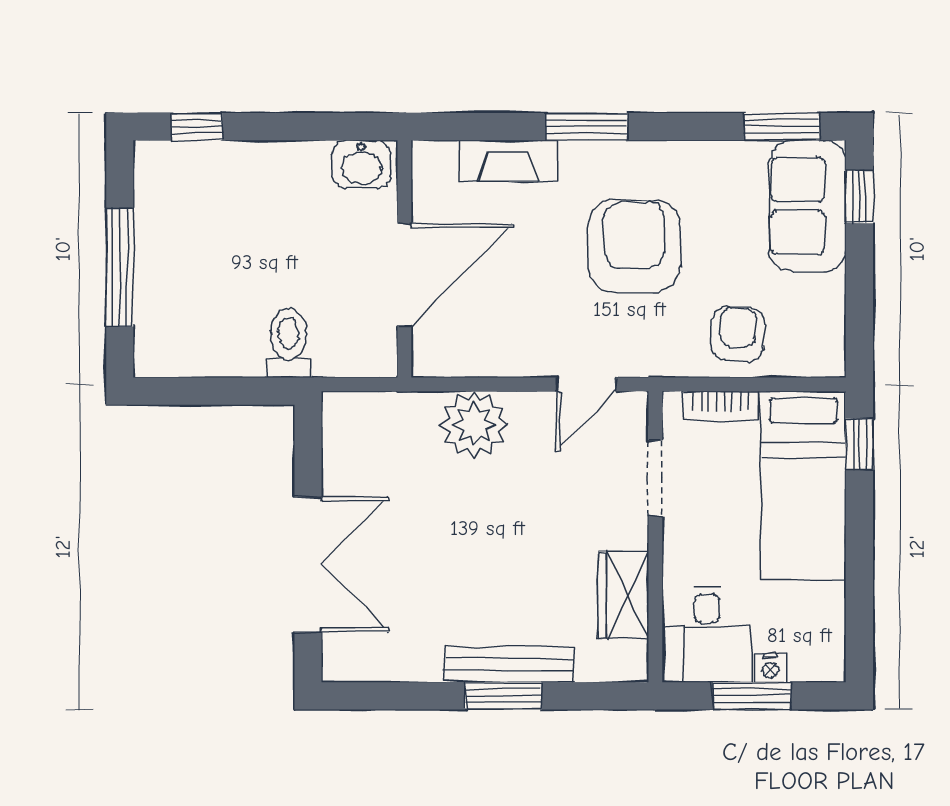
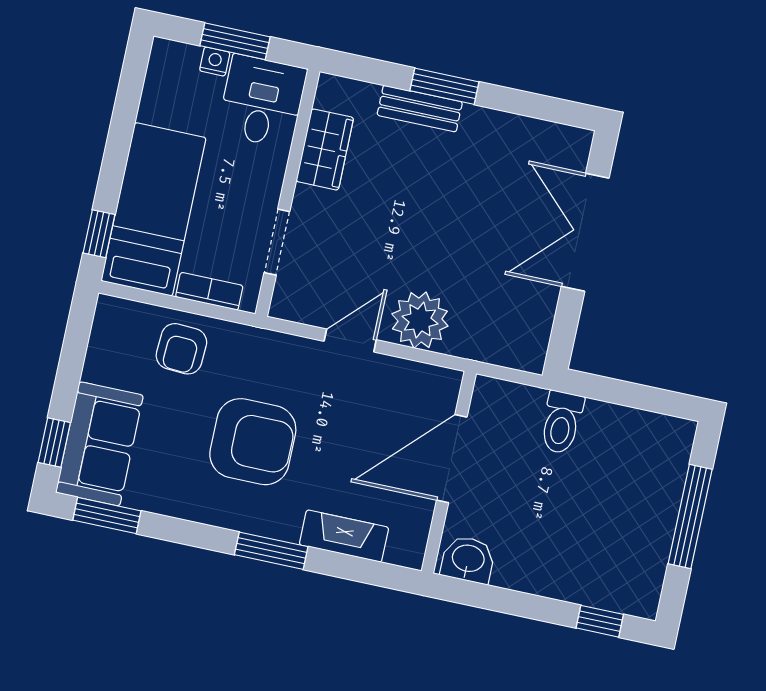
armchair: (634, 246) -> (253, 442), turned -90
door: (586, 384) -> (350, 341), moved
bench: (509, 664) -> (420, 109), width x0.73

